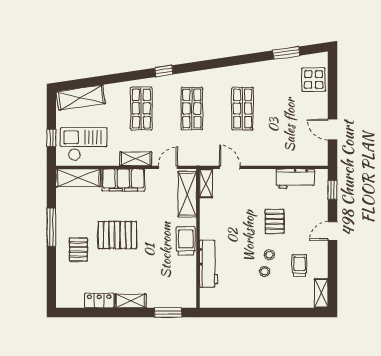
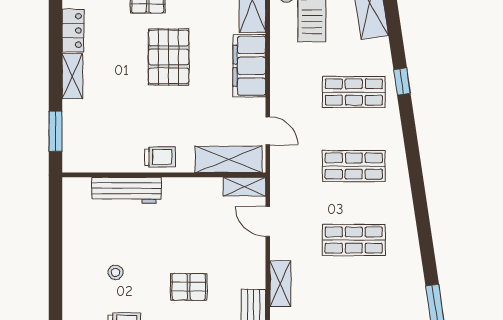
window: (164, 71) -> (402, 81), moved
shelving: (136, 159) -> (280, 284), moved
door: (230, 167) -> (268, 222), swing flipped
trolley: (186, 241) -> (160, 157), width x0.73, depth x0.72
stool: (269, 255) -> (140, 279), removed

